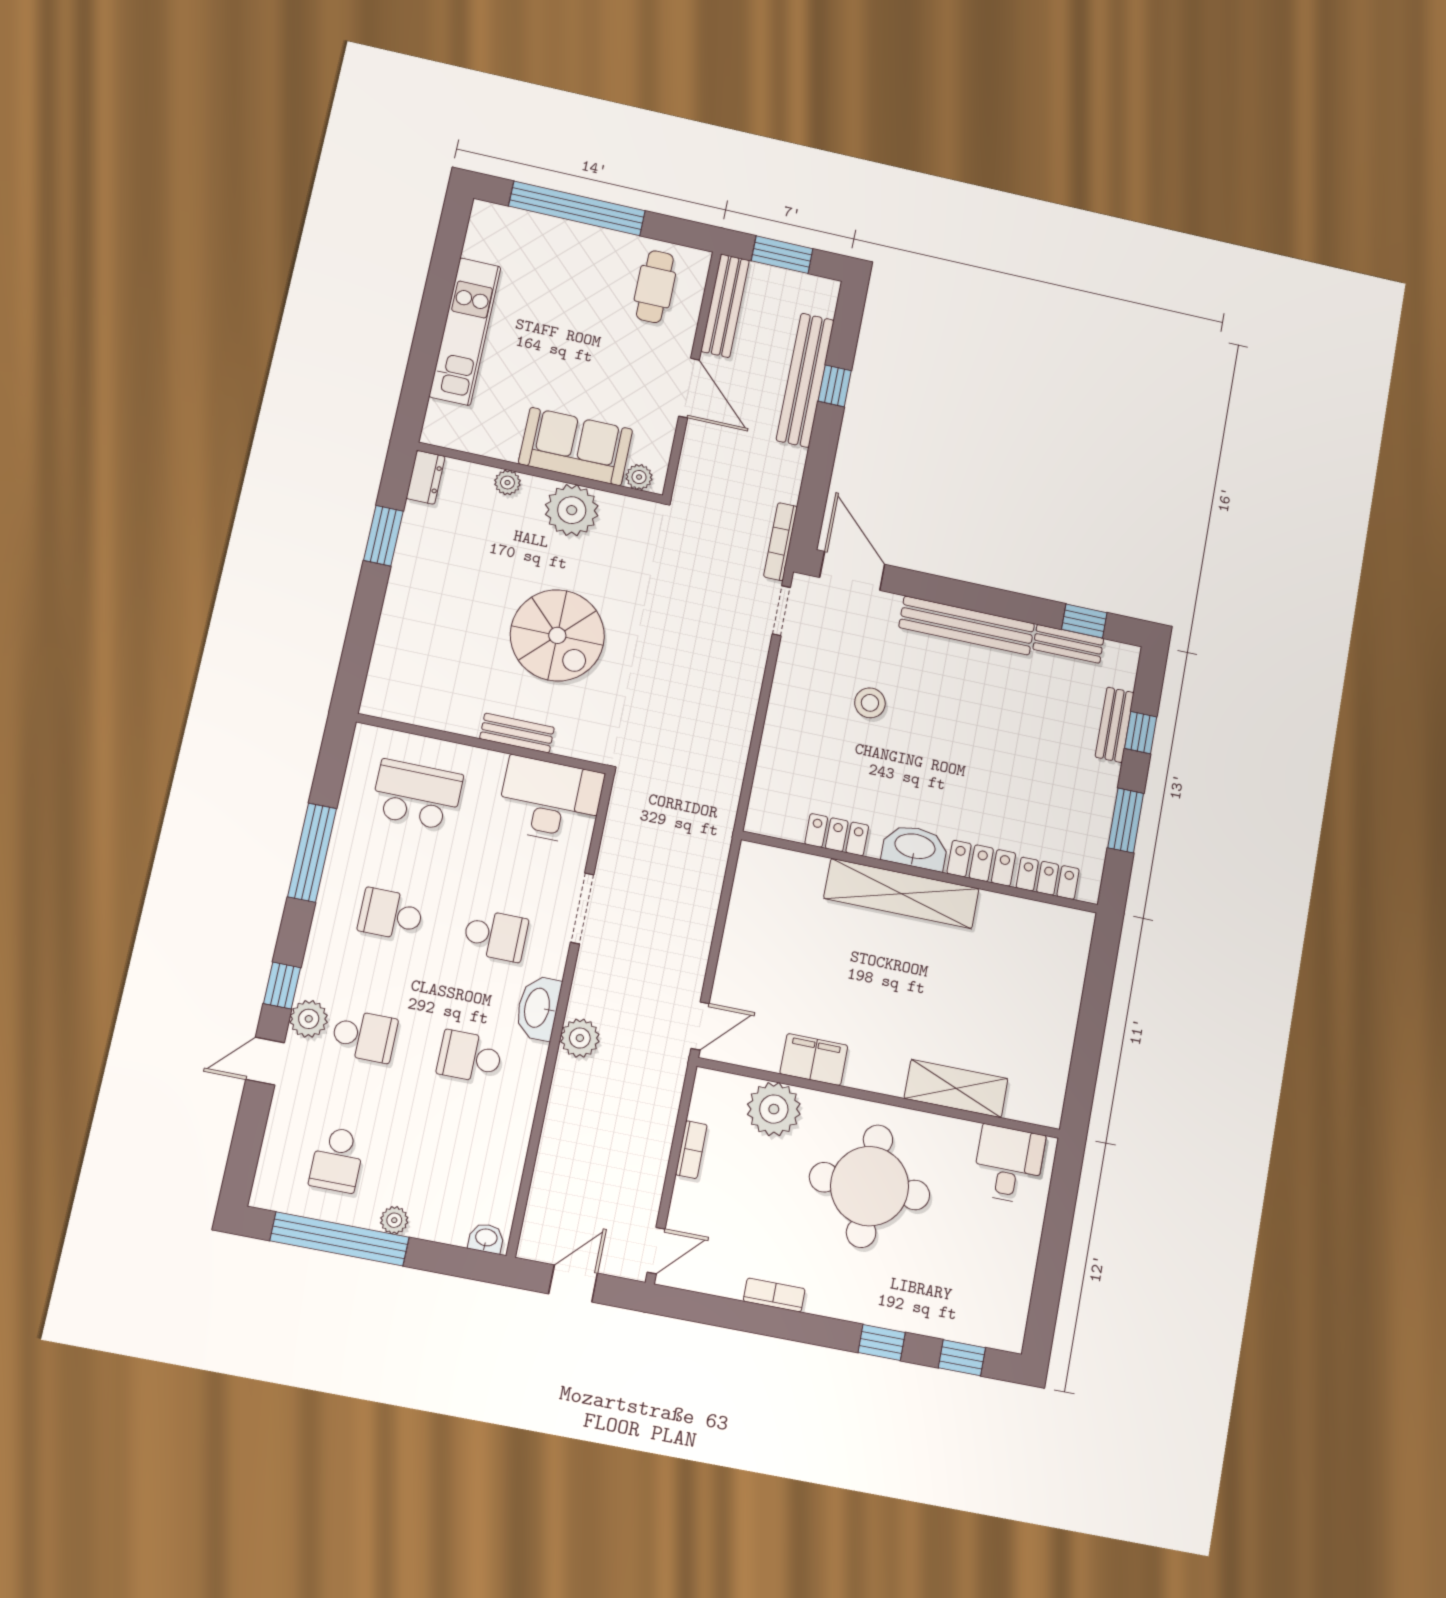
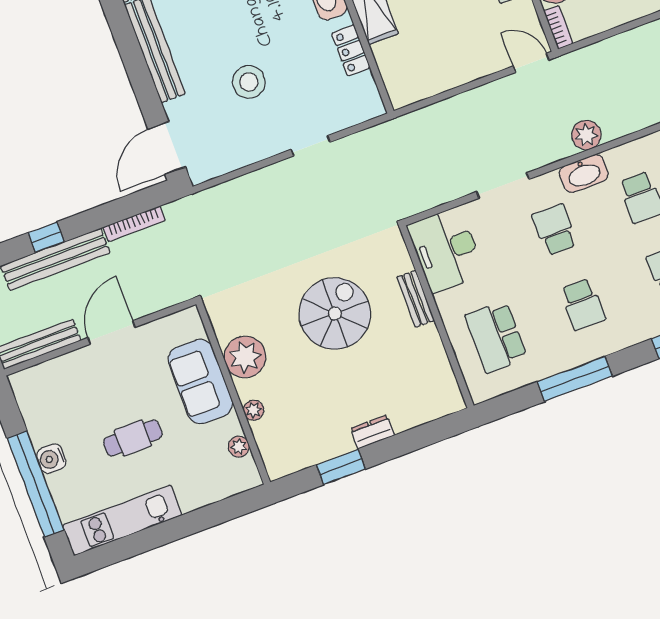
water cooler: (594, 241) -> (51, 459), added
cafe table: (655, 287) -> (133, 438), moved
kitchen unit: (465, 331) -> (122, 520), moved
dresser: (426, 477) -> (372, 432), moved
plant: (639, 477) -> (239, 447), moved
bookcase: (781, 542) -> (134, 224), moved
doorway: (781, 611) -> (311, 146), moved
stool: (870, 703) -> (249, 82), width x1.38, depth x1.38
bookcase: (691, 1150) -> (558, 27), moved, turned 90

